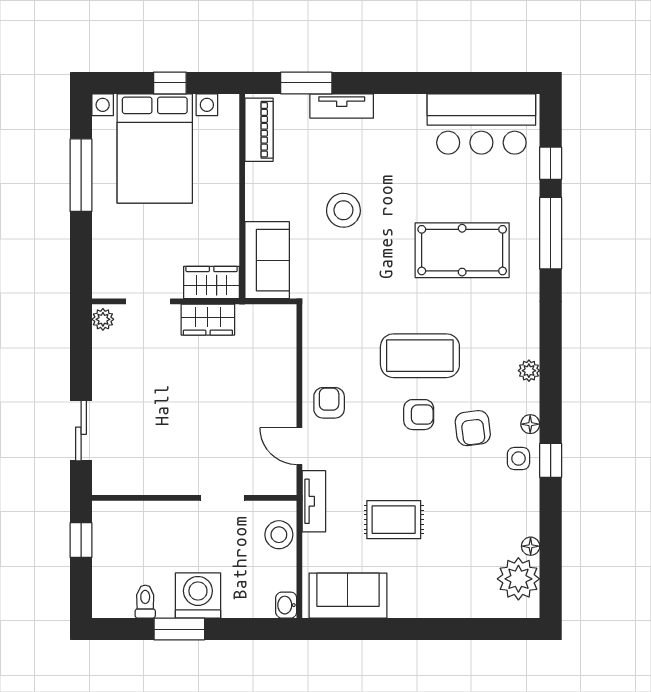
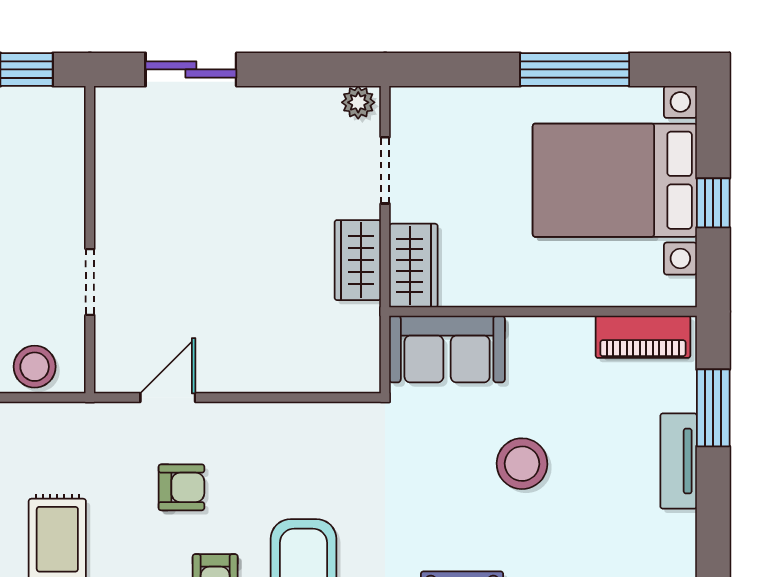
armchair: (329, 403) -> (181, 487), moved
tv unit: (314, 501) -> (85, 419), removed

